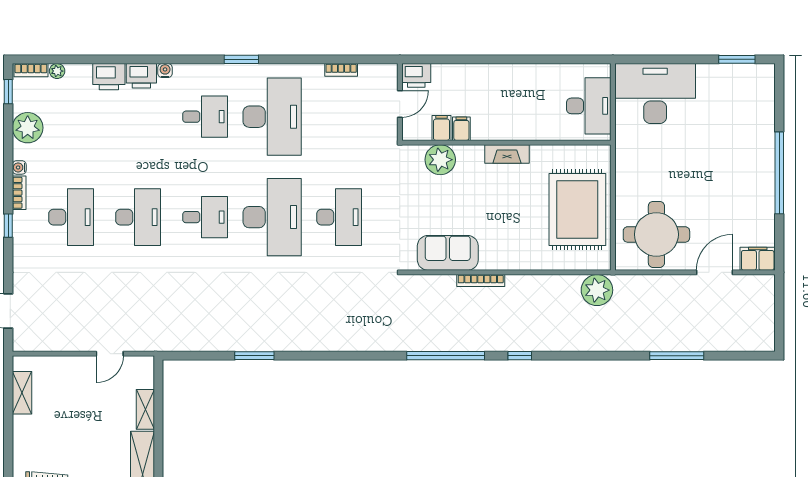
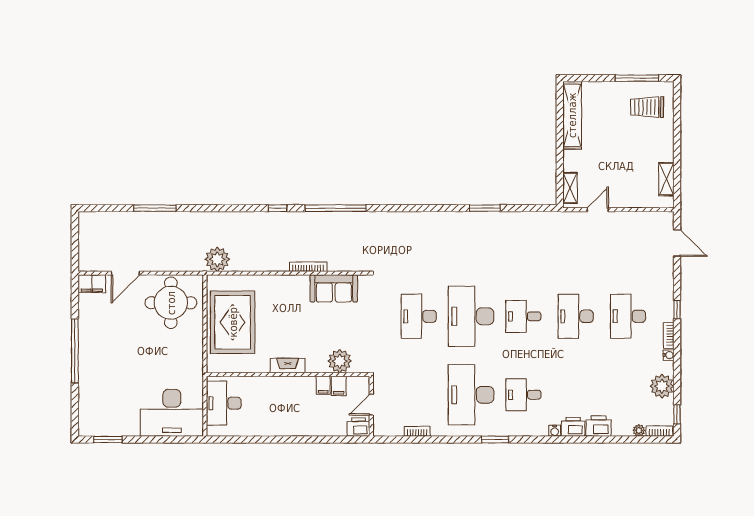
shelving: (145, 409) -> (570, 188), moved

